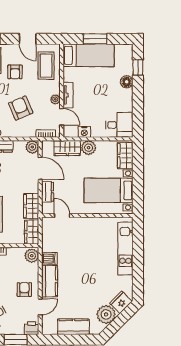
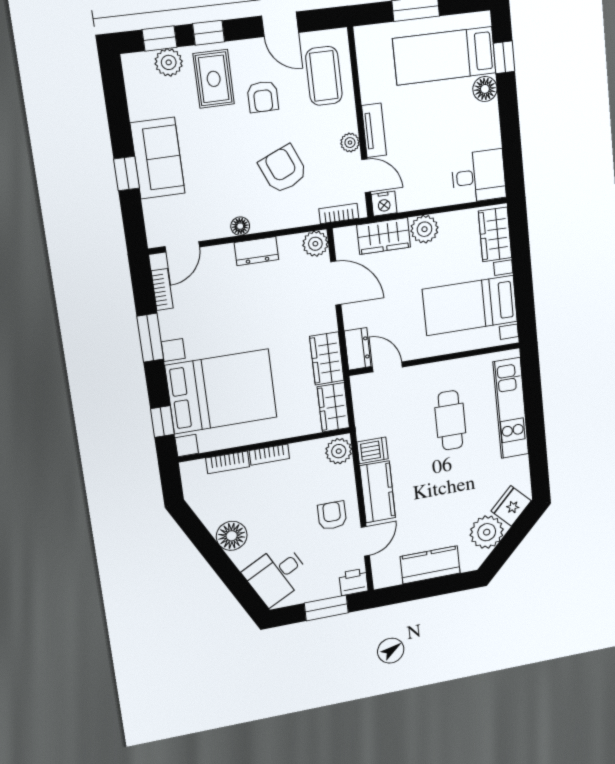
bed: (89, 55) -> (444, 56), moved, turned 180
nightstand: (84, 132) -> (384, 204), moved
dresser: (48, 192) -> (358, 349), moved
cafe table: (92, 249) -> (450, 420), added

